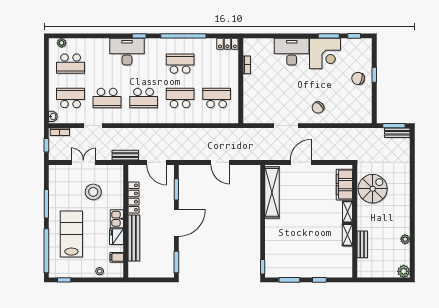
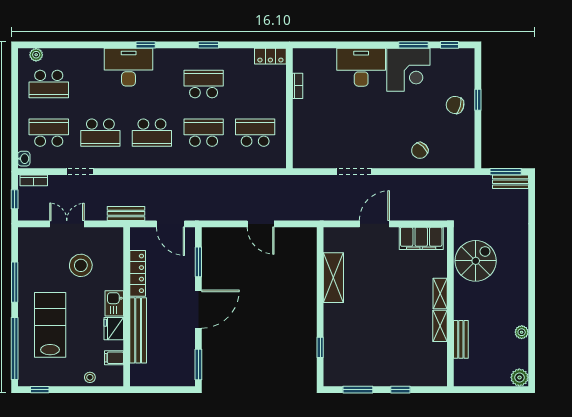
window: (183, 36) -> (208, 45), width x0.32
chair: (318, 107) -> (420, 150), moved
filing cabinet: (344, 185) -> (421, 238), moved, turned -90
shelving: (272, 192) -> (333, 278), width x0.68
window: (263, 267) -> (320, 347), moved

